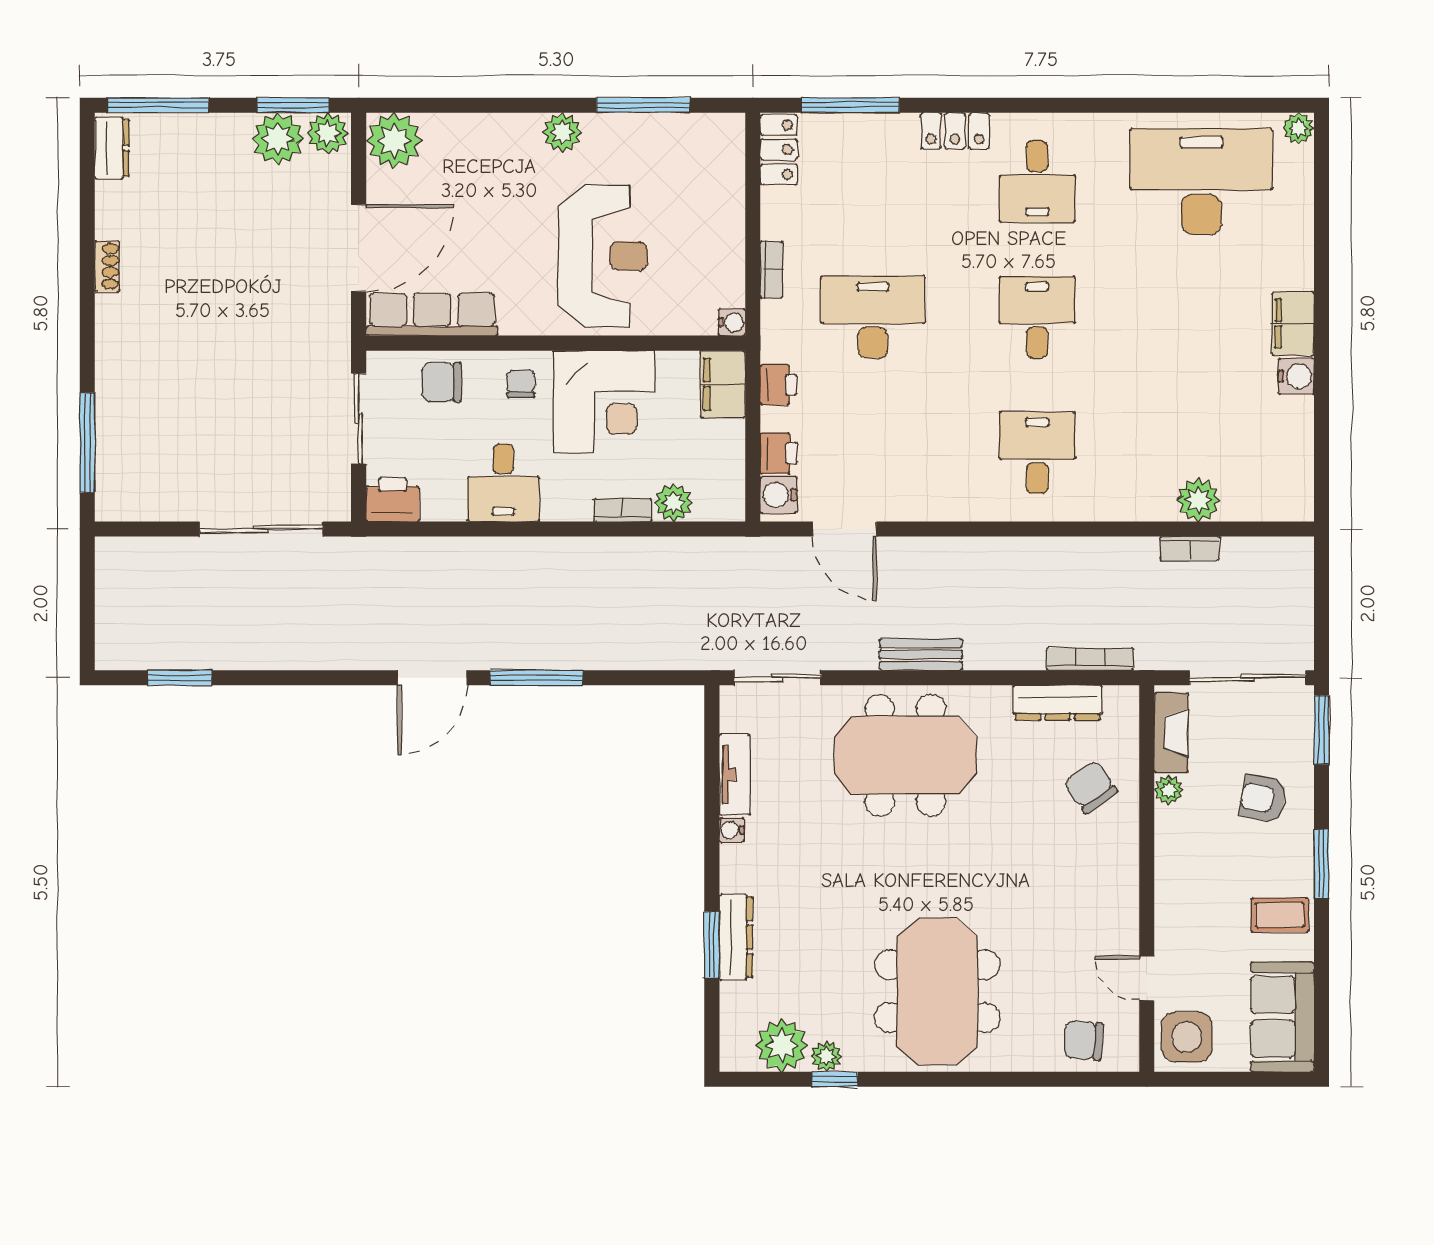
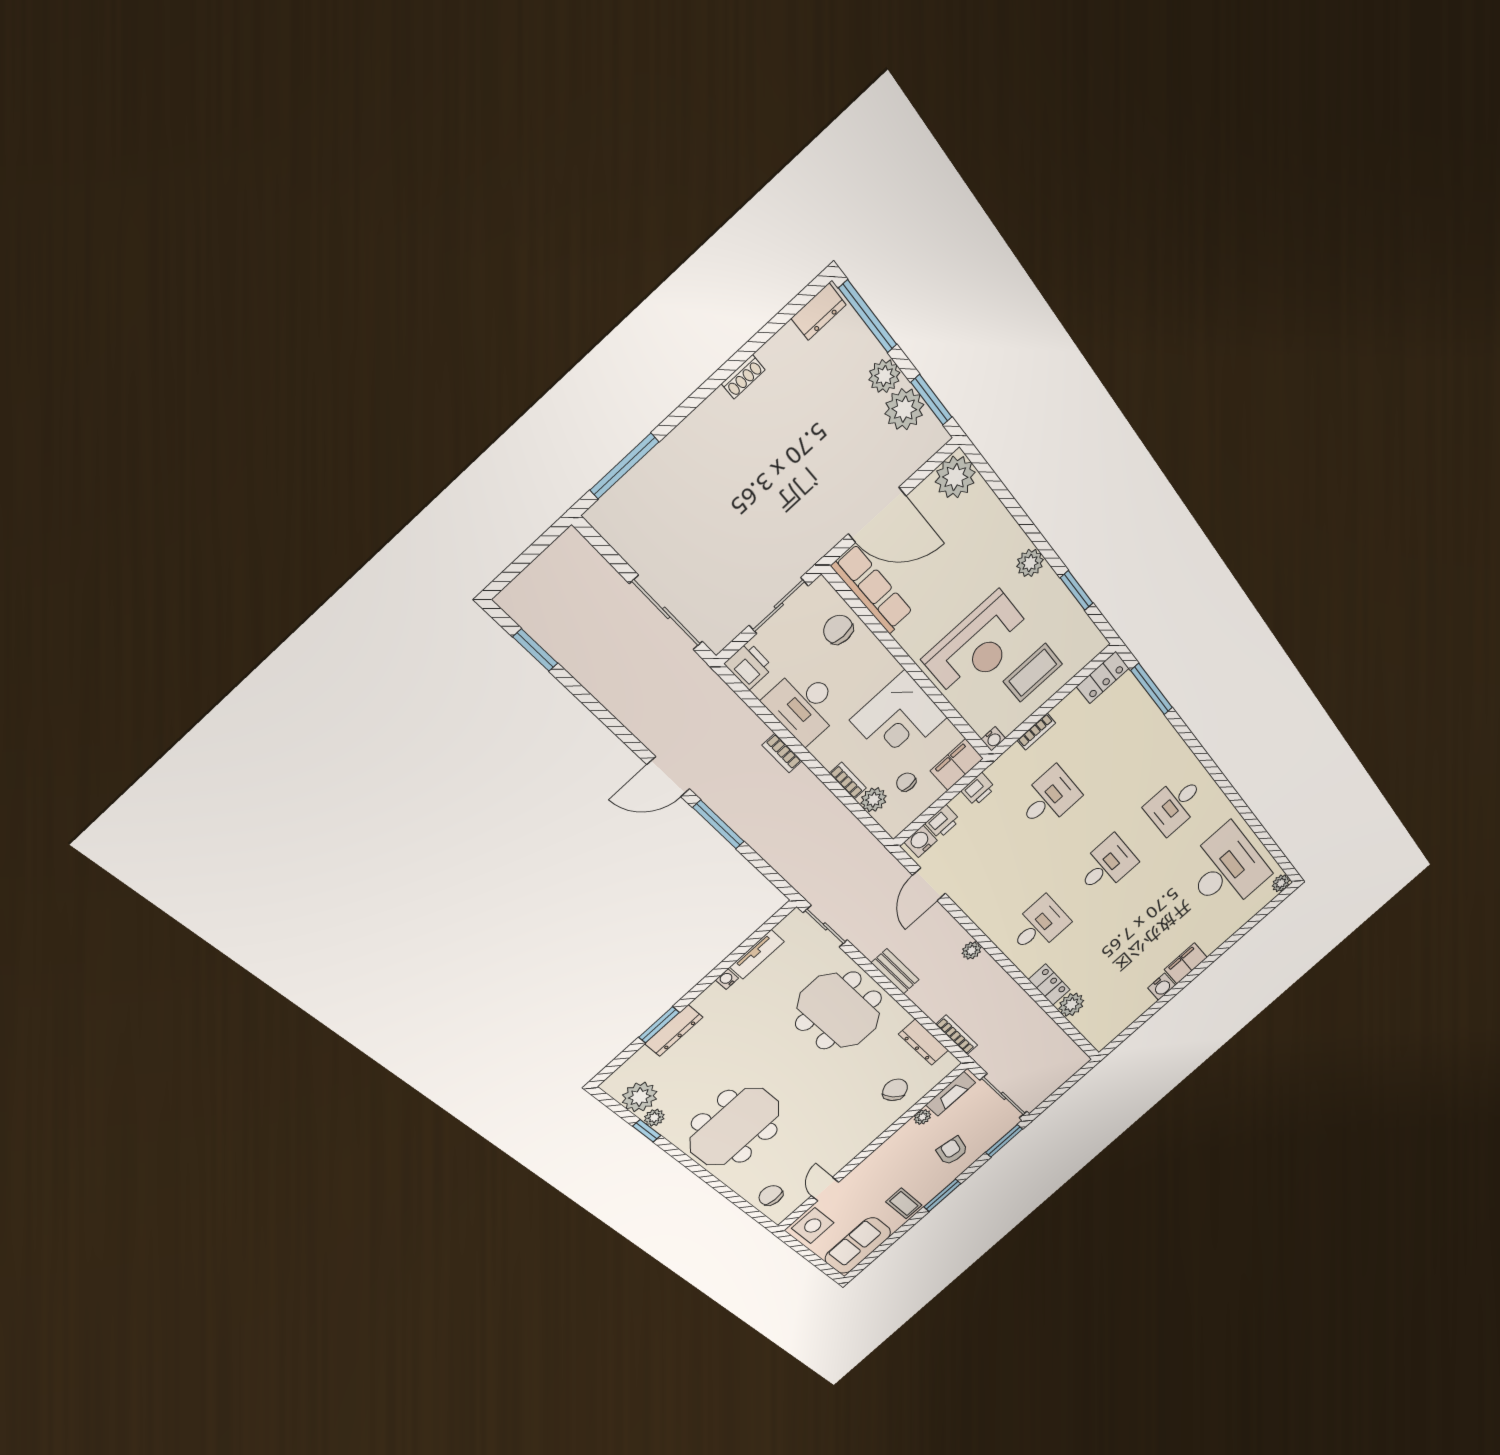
window: (643, 105) -> (1077, 590), width x0.69
locker: (955, 131) -> (1049, 985), moved, turned 180
plant: (328, 133) -> (884, 376), moved
coffee table: (694, 221) -> (1033, 673), added
desk: (873, 317) -> (1049, 798), width x0.73
chair: (521, 384) -> (906, 782), moved, turned -90
desk: (503, 483) -> (804, 705), width x1.37
bookcase: (1189, 548) -> (782, 753), moved
plant: (987, 552) -> (972, 950), added

